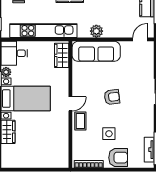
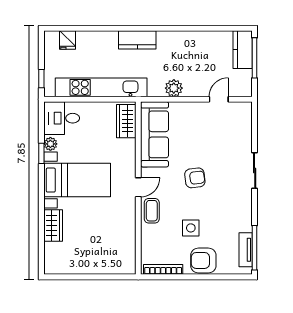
door: (140, 39) -> (219, 99), moved
sofa: (96, 51) -> (155, 134), moved, turned -90
armchair: (118, 158) -> (203, 260), turned 180

